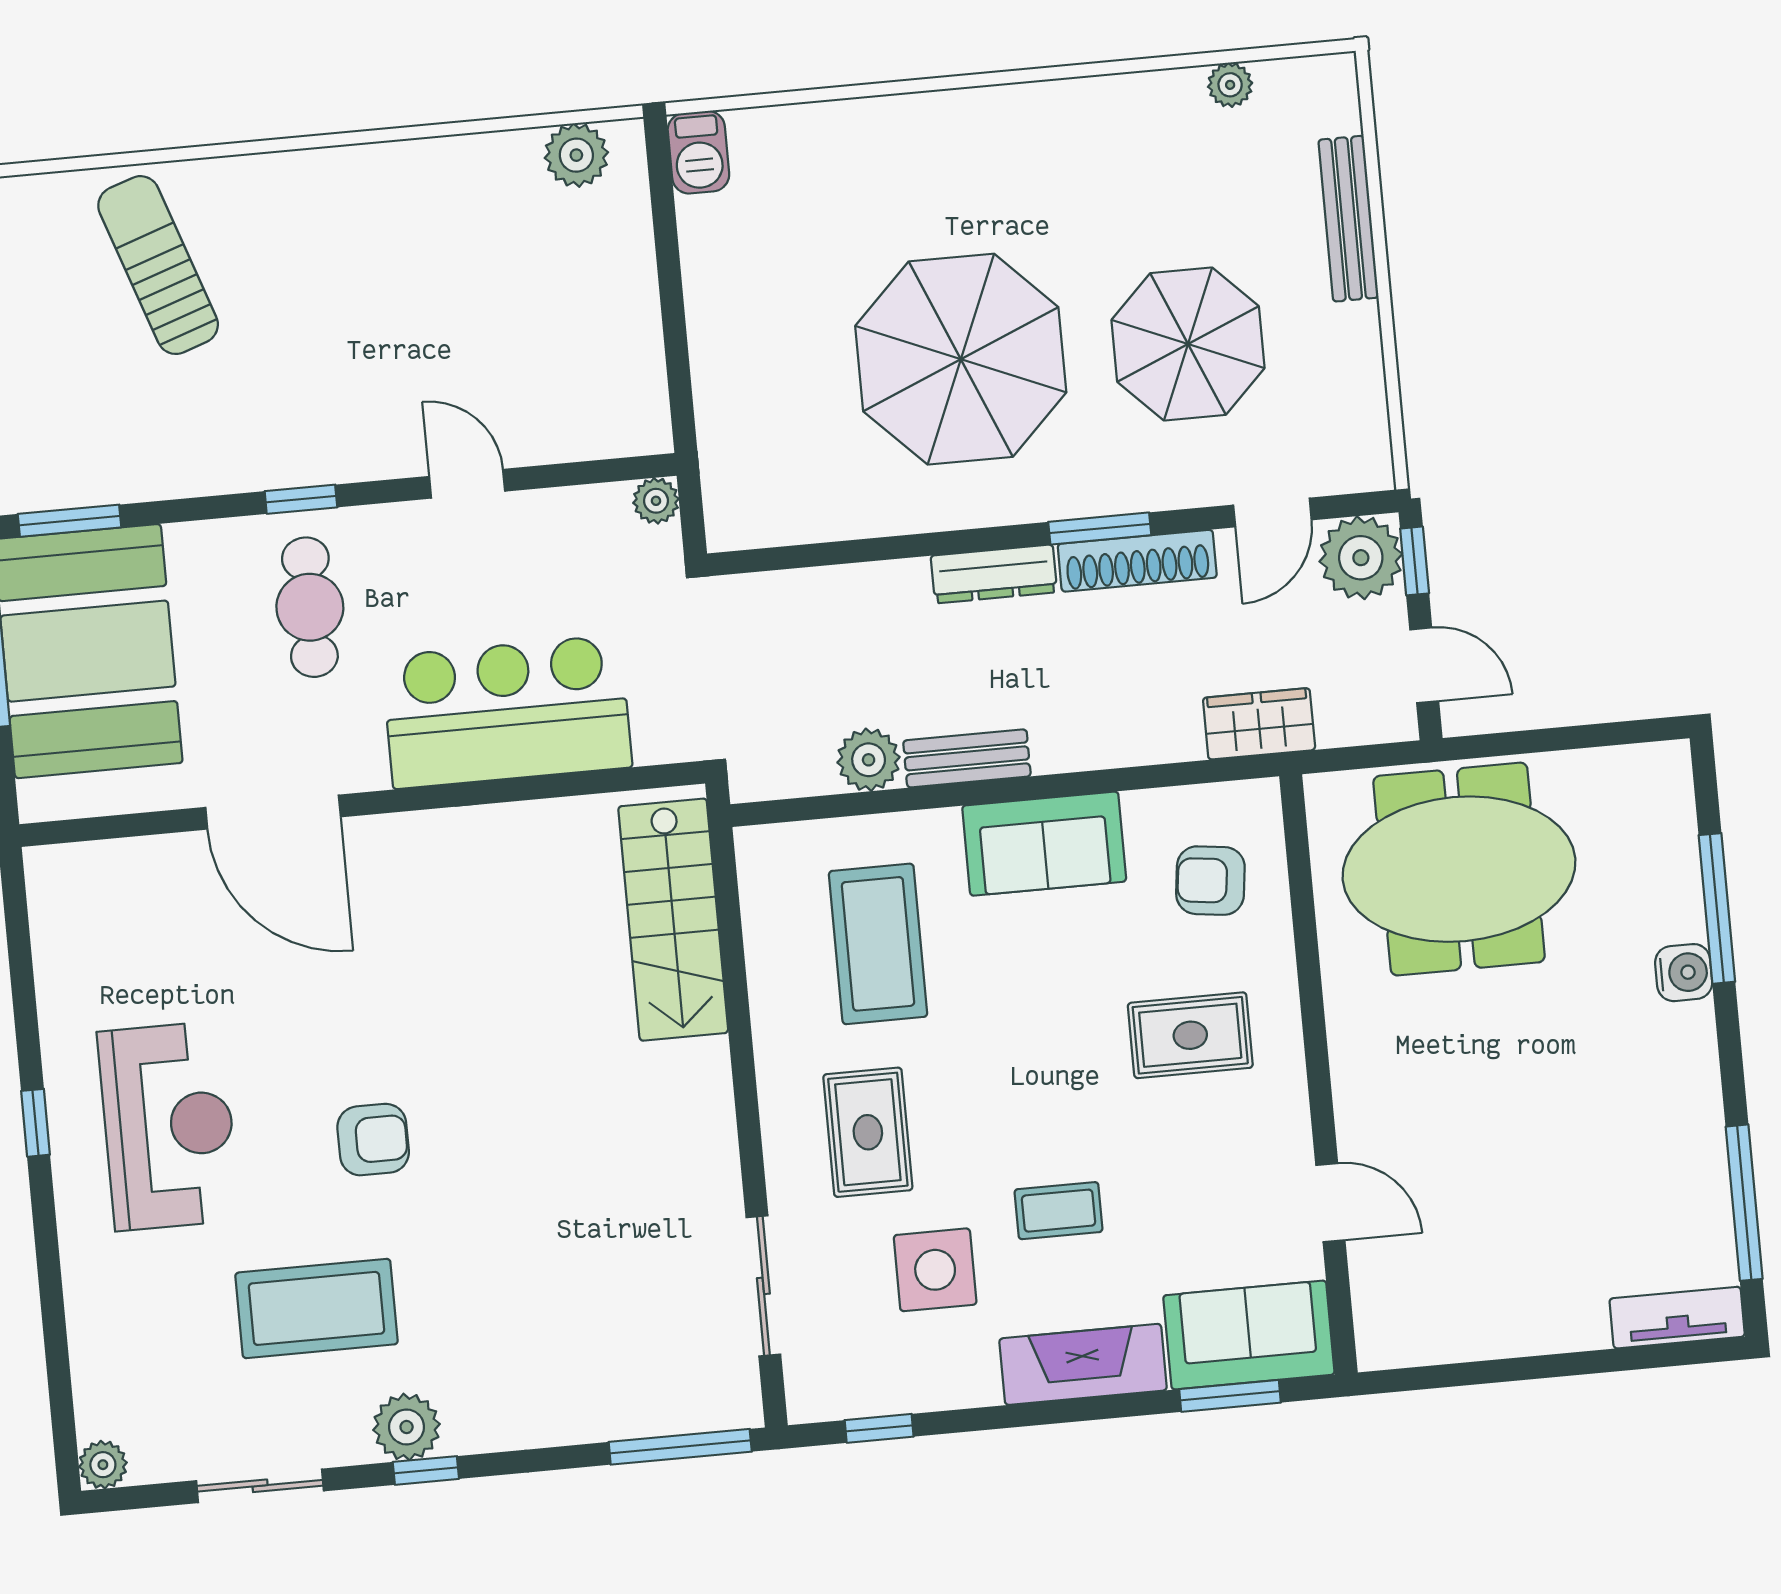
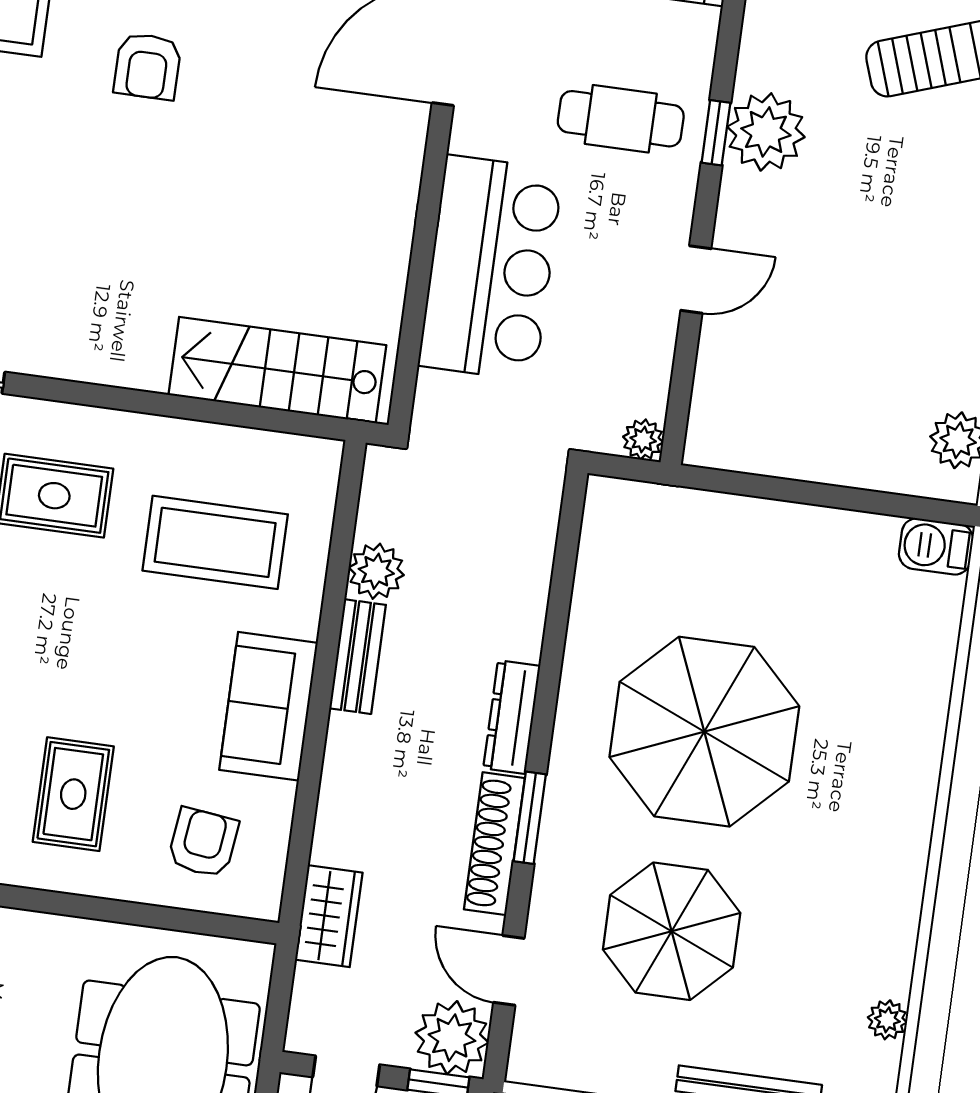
plant: (287, 445) -> (766, 132), added

